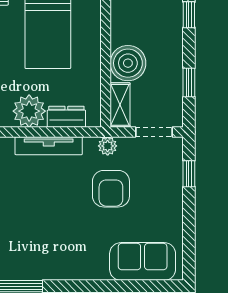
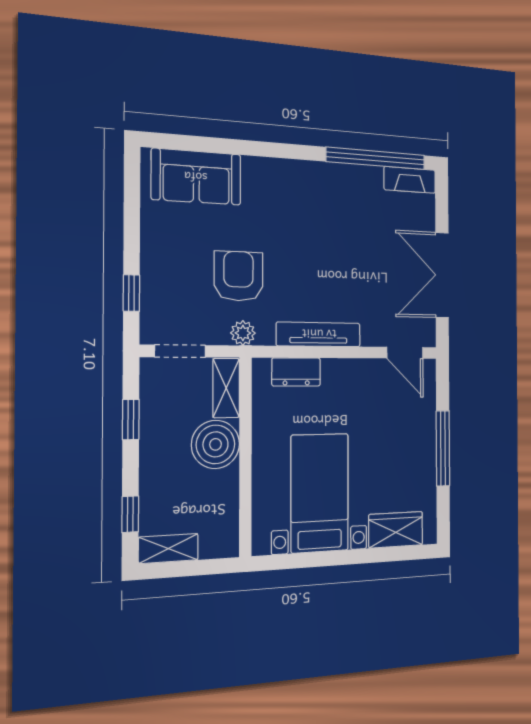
plant: (29, 111) -> (343, 379), removed

